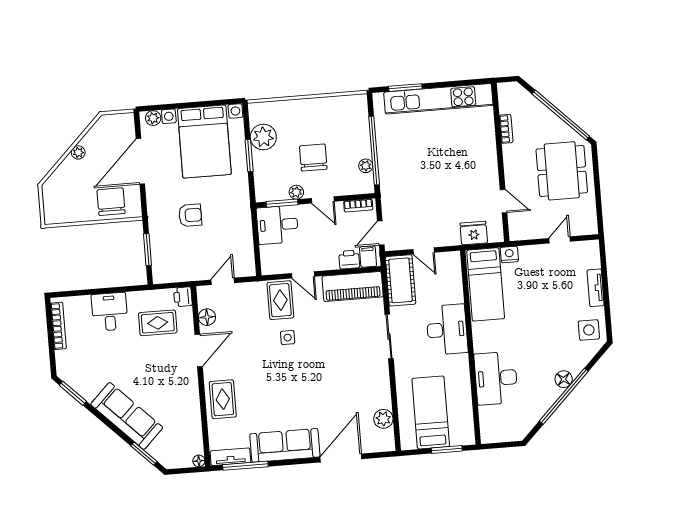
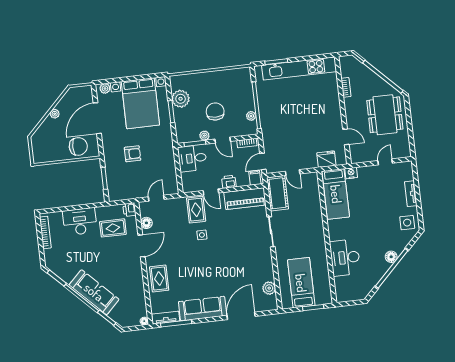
chair: (111, 202) -> (78, 146), turned 90
printer: (349, 260) -> (229, 182), moved
desk: (110, 312) -> (80, 222), width x1.37
desk: (447, 330) -> (310, 226), removed

